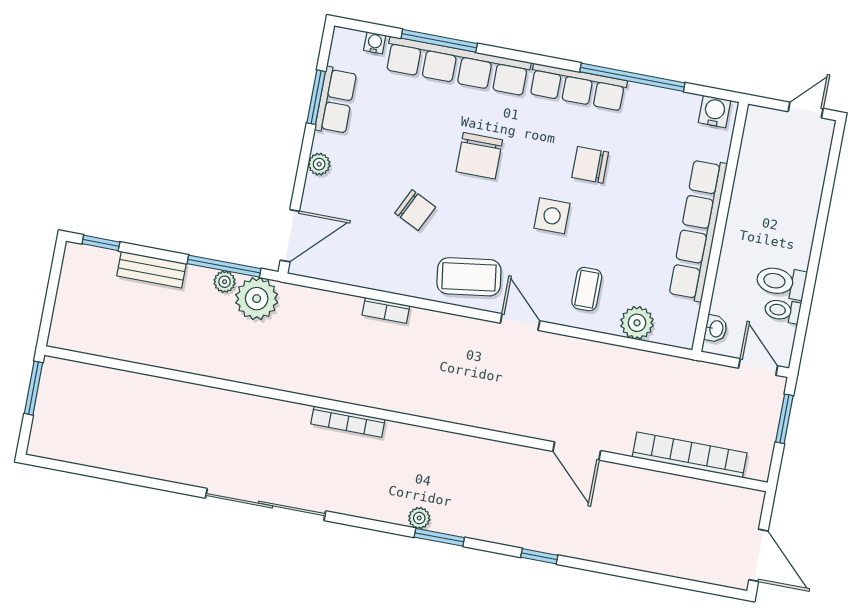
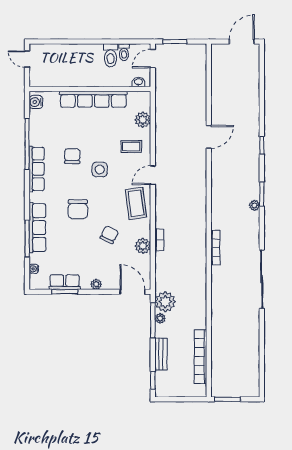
row of seats: (458, 66) -> (37, 228), width x0.73
chair: (479, 156) -> (78, 209), turned 90
chair: (590, 165) -> (72, 156), turned 180
plant: (379, 274) -> (143, 246), added
bookcase: (690, 455) -> (200, 357), moved

